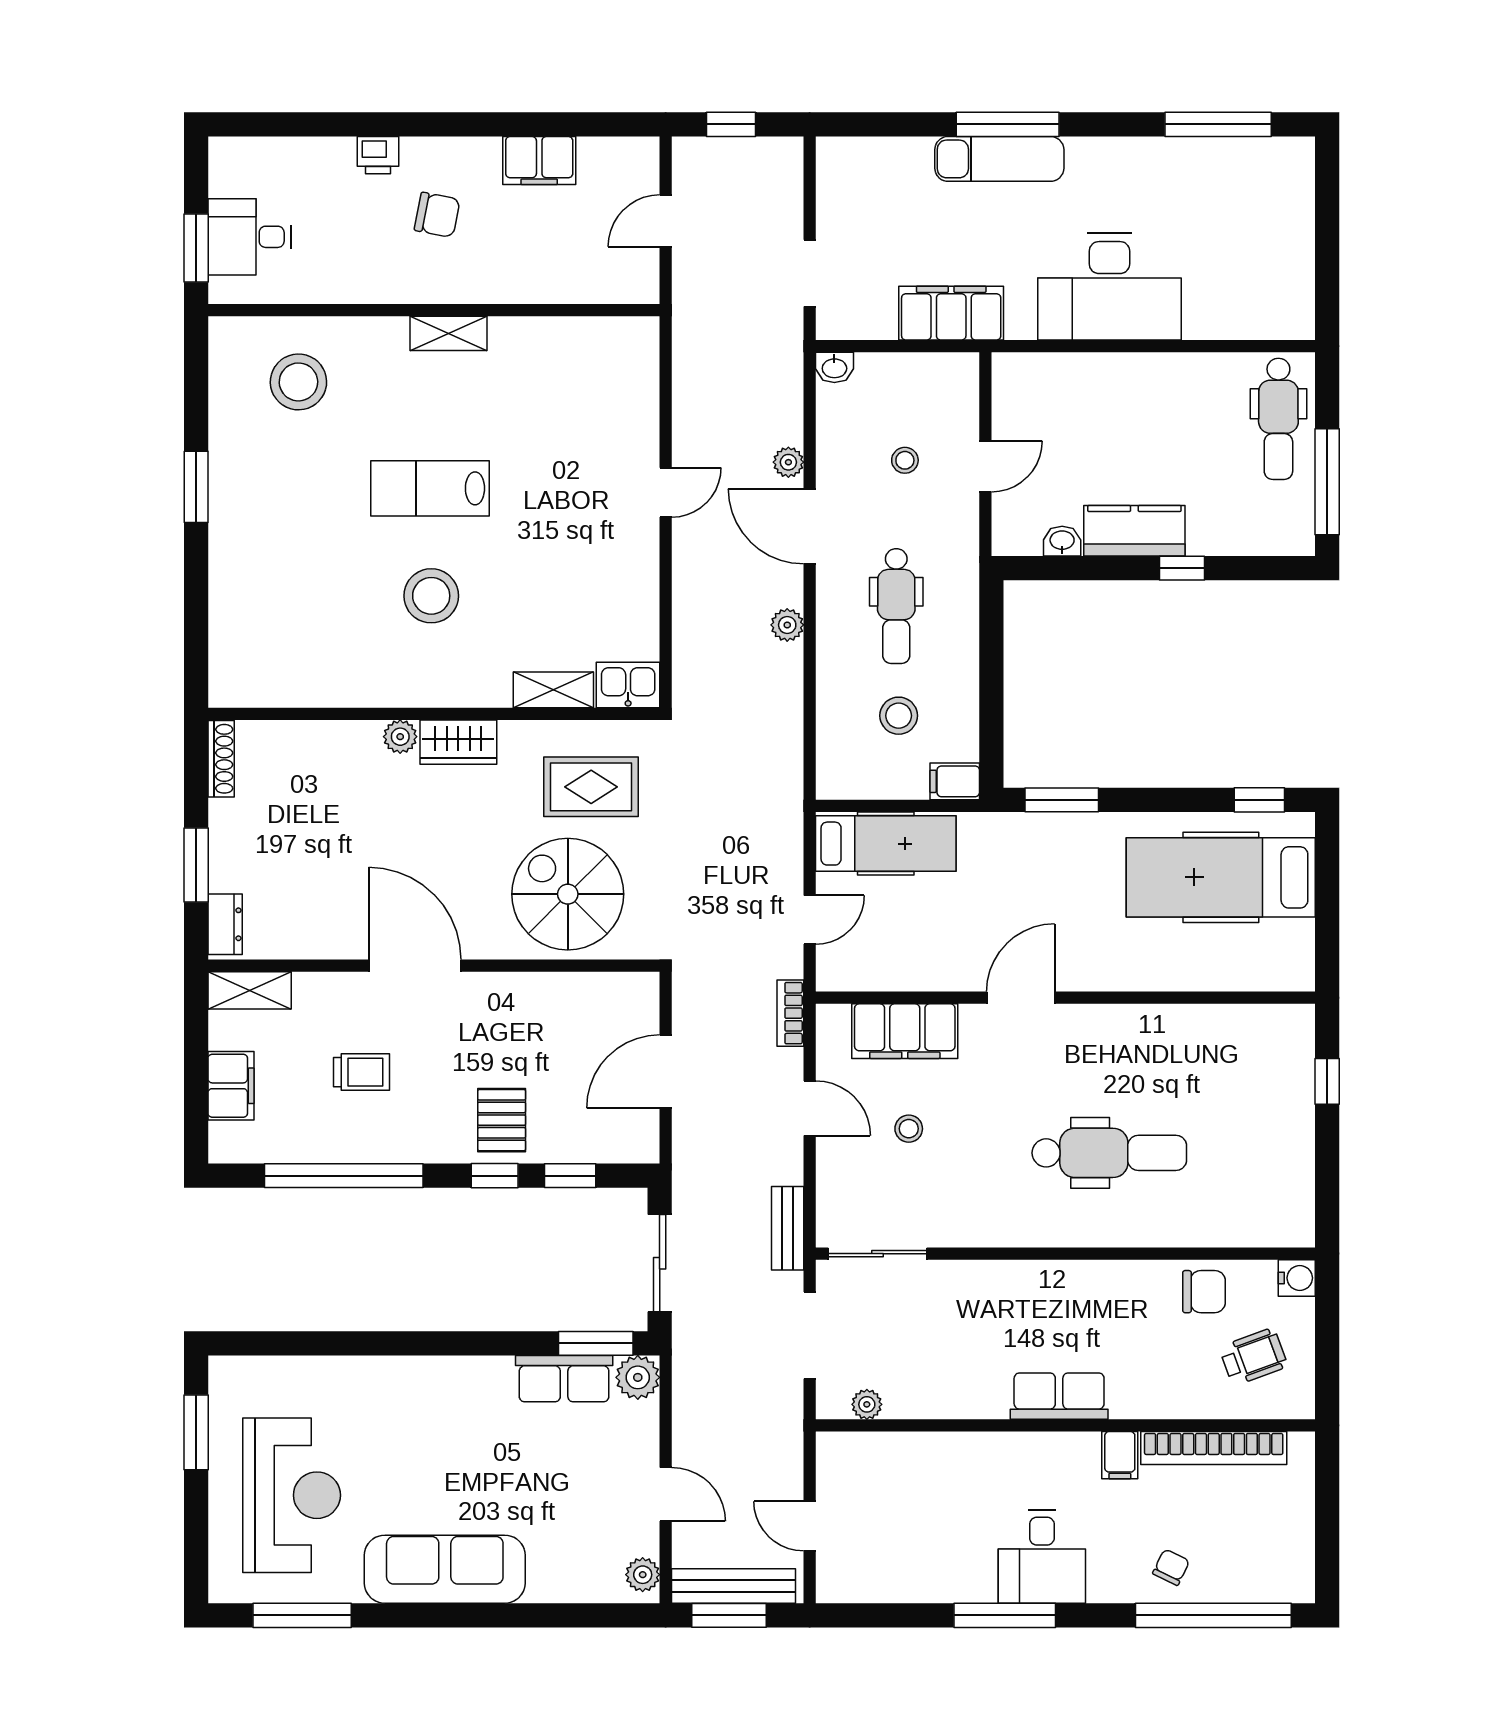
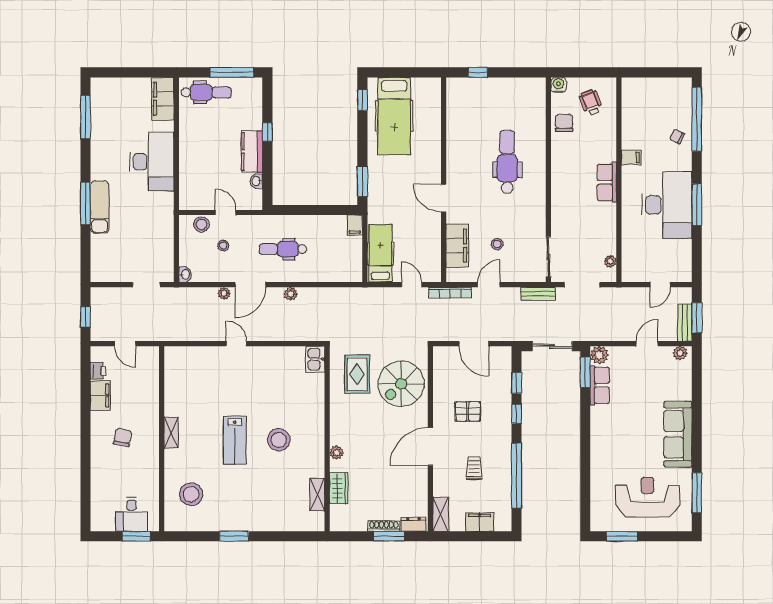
printer: (378, 155) -> (98, 371), moved
filing cabinet: (951, 313) -> (163, 99), moved
dental chair: (896, 606) -> (283, 249), turned 180
shelving: (553, 690) -> (317, 495), moved
stool: (899, 716) -> (201, 224), moved
wardrobe: (458, 742) -> (339, 488), moved
shoe rack: (221, 759) -> (384, 526), moved
bookcase: (790, 1013) -> (450, 293), width x1.56
pallet: (502, 1120) -> (468, 411), moved
bookcase: (1214, 1448) -> (628, 119), removed
desk: (1042, 1556) -> (667, 205), width x1.87, depth x1.30
bench: (733, 1586) -> (685, 323), width x0.73

